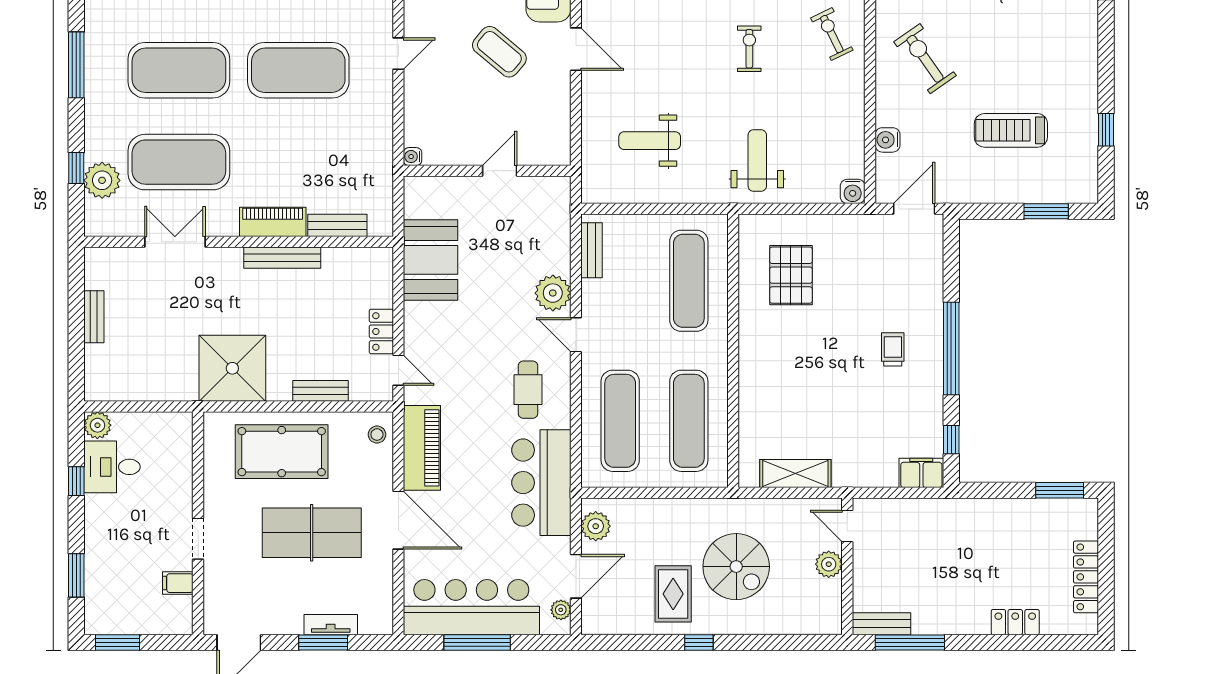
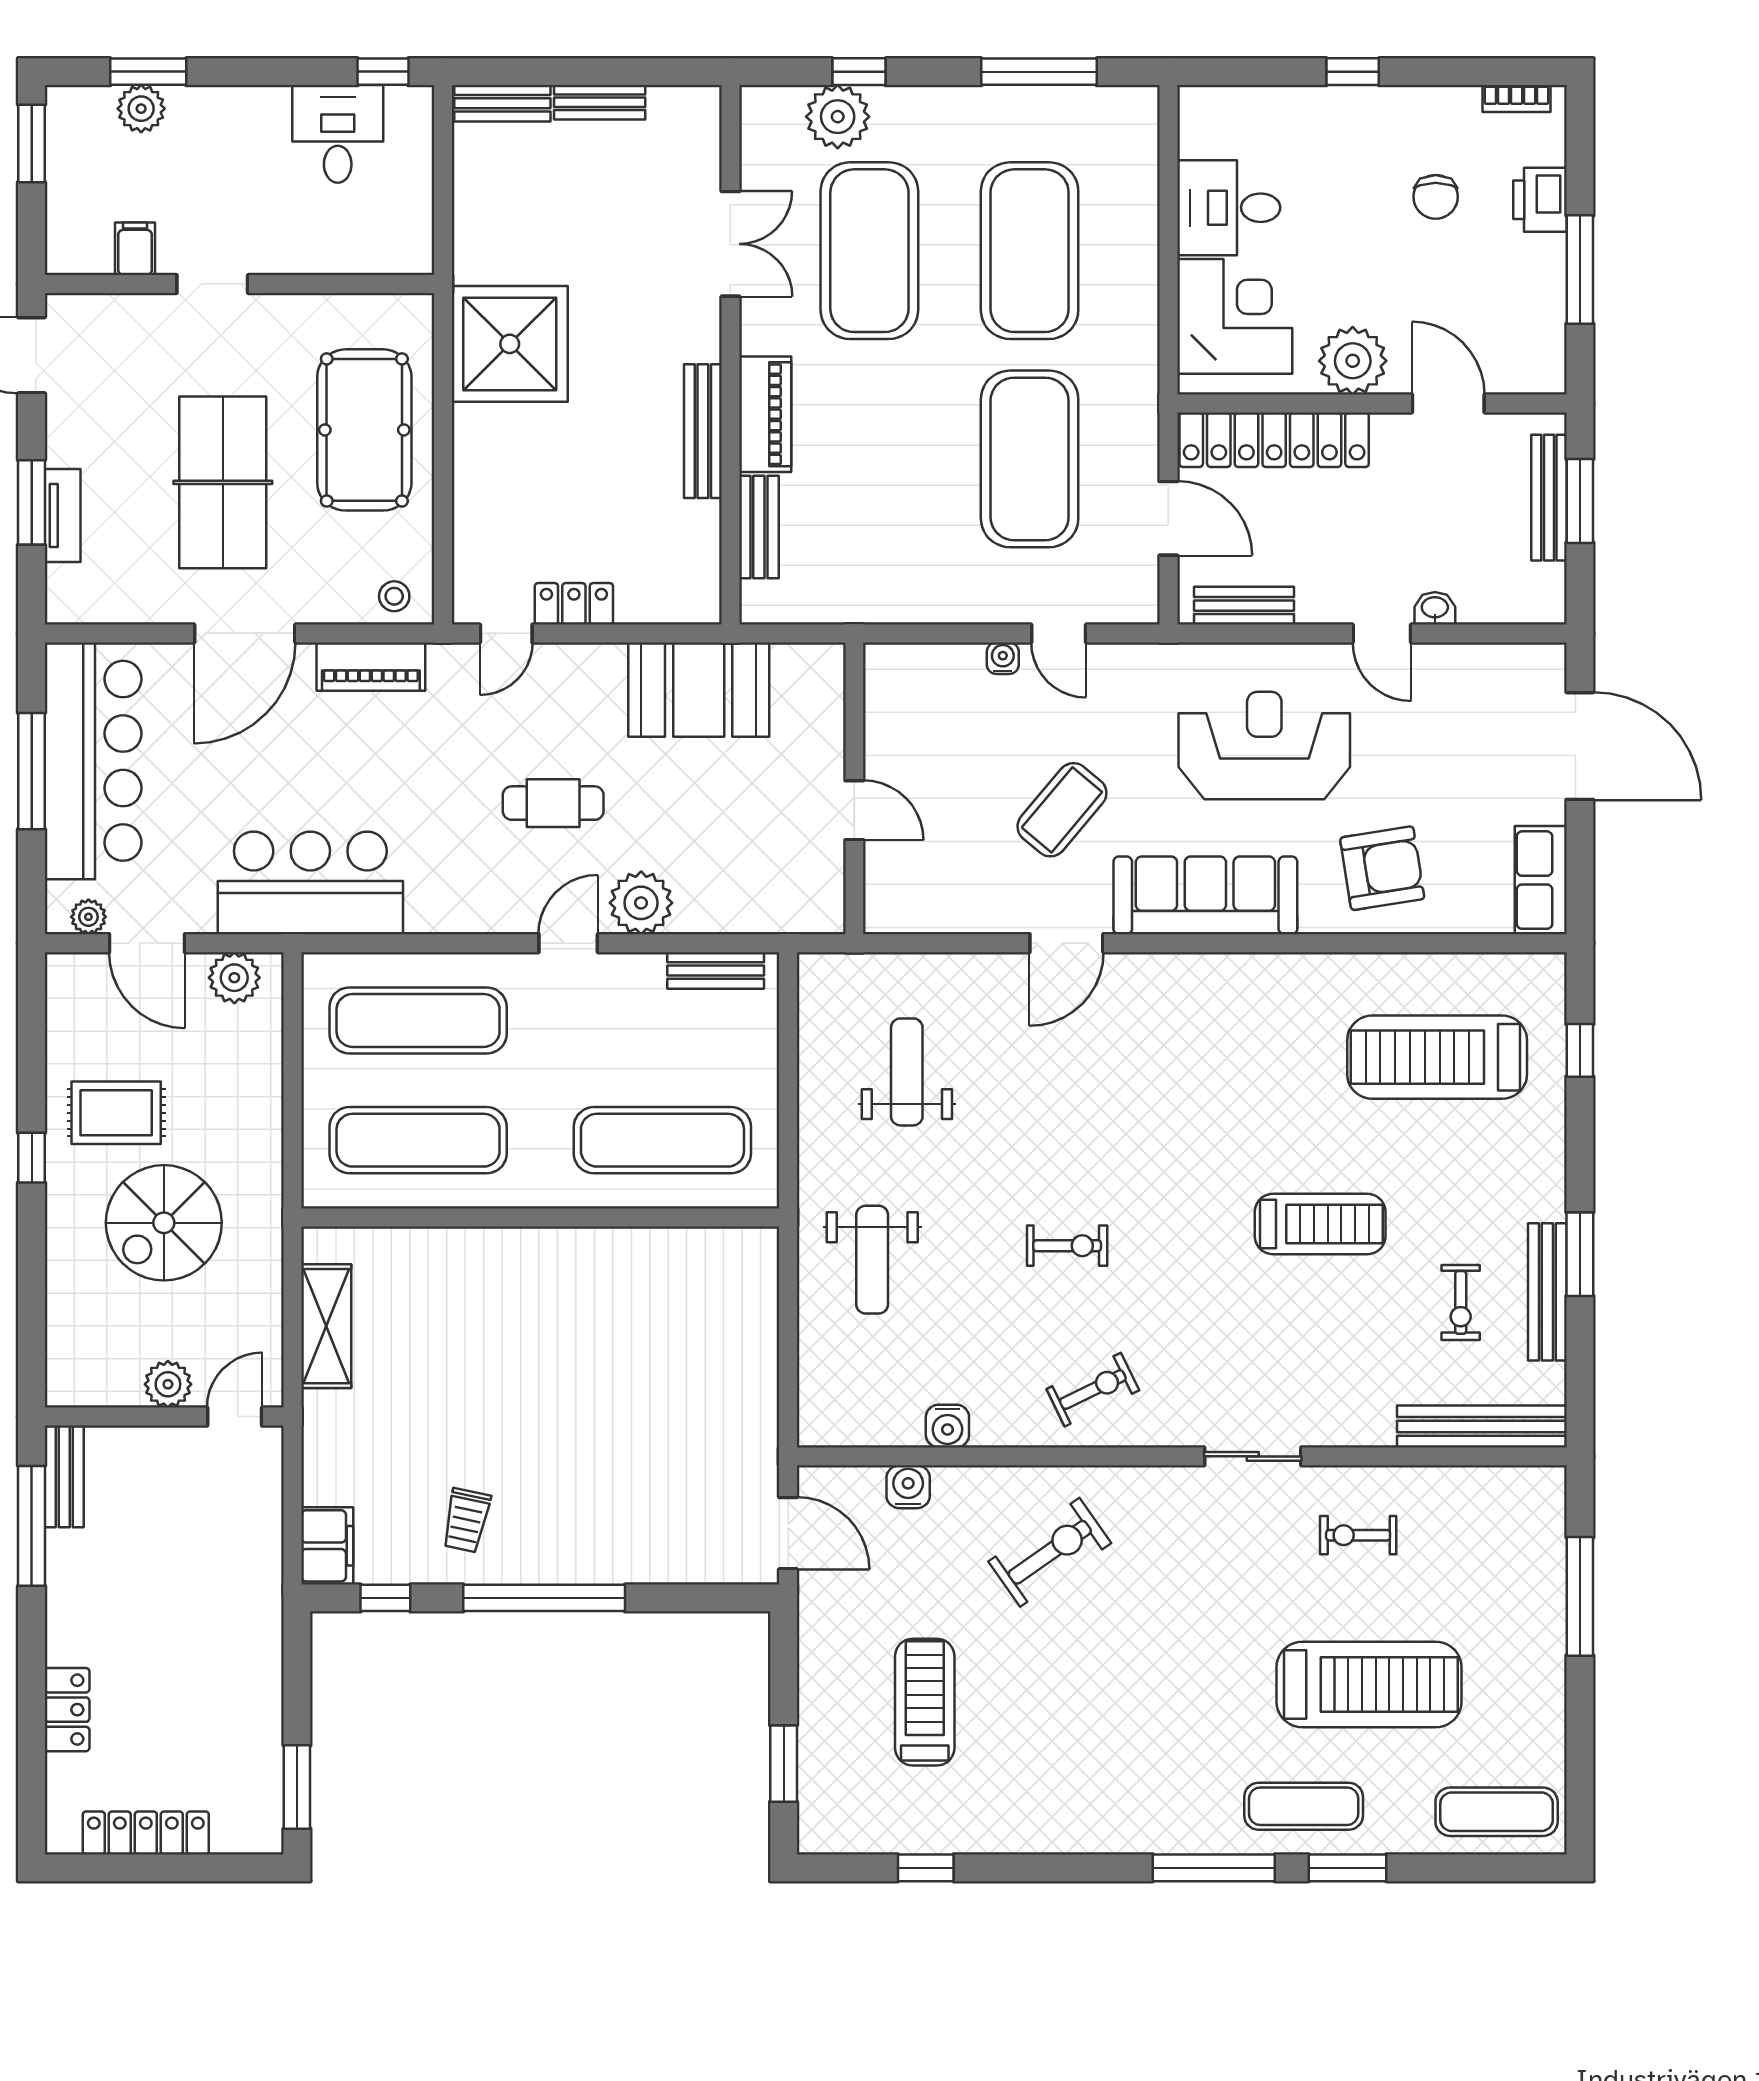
water cooler: (413, 157) -> (1003, 658), moved
weight bench: (757, 161) -> (872, 1260), turned 90
water cooler: (853, 191) -> (947, 1426), moved, turned -90
pallet: (791, 275) -> (672, 1318), removed
trolley: (893, 349) -> (466, 1520), moved, turned 102
cafe table: (528, 390) -> (553, 803), moved
bench: (321, 391) -> (502, 103), moved, turned 90
plant: (97, 425) -> (141, 109), moved
piano: (422, 448) -> (371, 667), width x0.73, depth x0.75
window: (76, 481) -> (383, 72), moved

